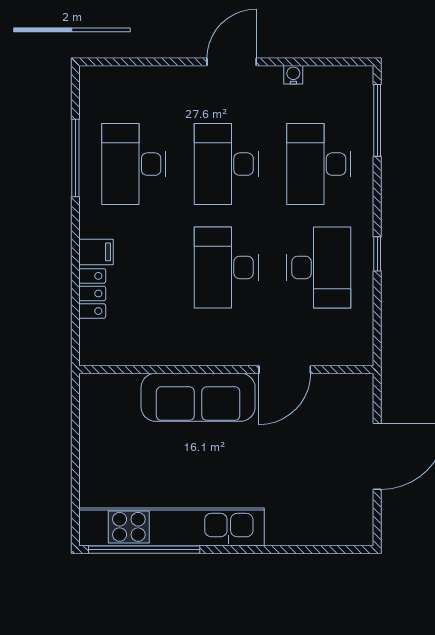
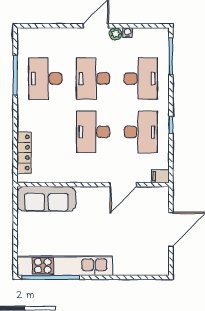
plant: (270, 77) -> (115, 34), added
desk: (319, 164) -> (141, 79), turned 180
filing cabinet: (96, 252) -> (160, 176), moved, turned 180
locker: (92, 293) -> (24, 152), width x1.53
sofa: (198, 397) -> (46, 199), moved

